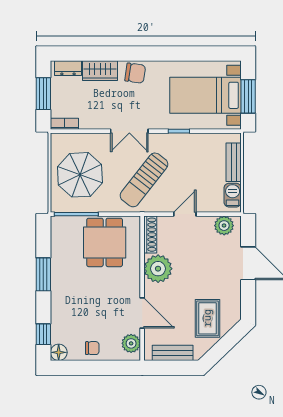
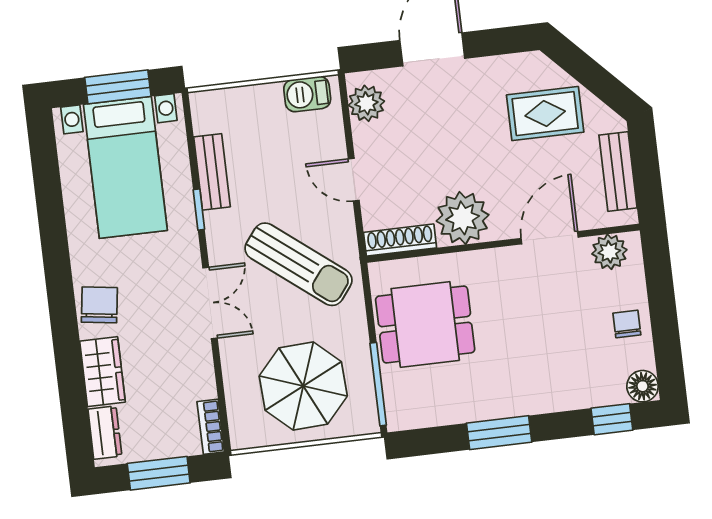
bench: (234, 162) -> (212, 172), moved, turned 90

